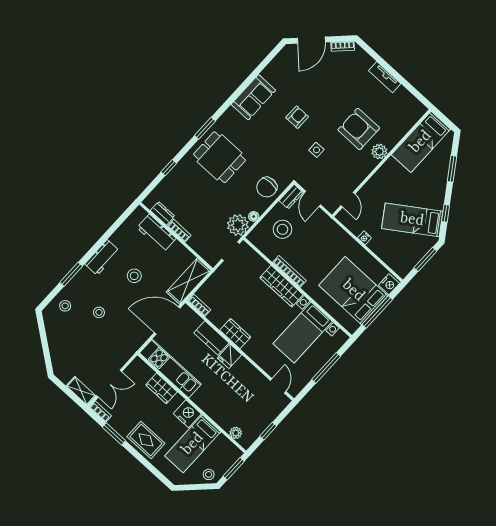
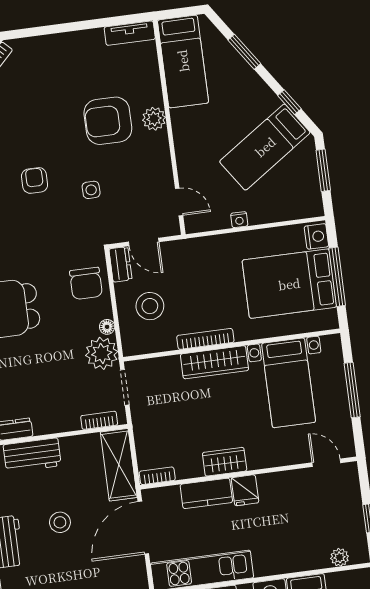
tv unit: (385, 77) -> (130, 33), moved
bookcase: (179, 231) -> (99, 420), moved

